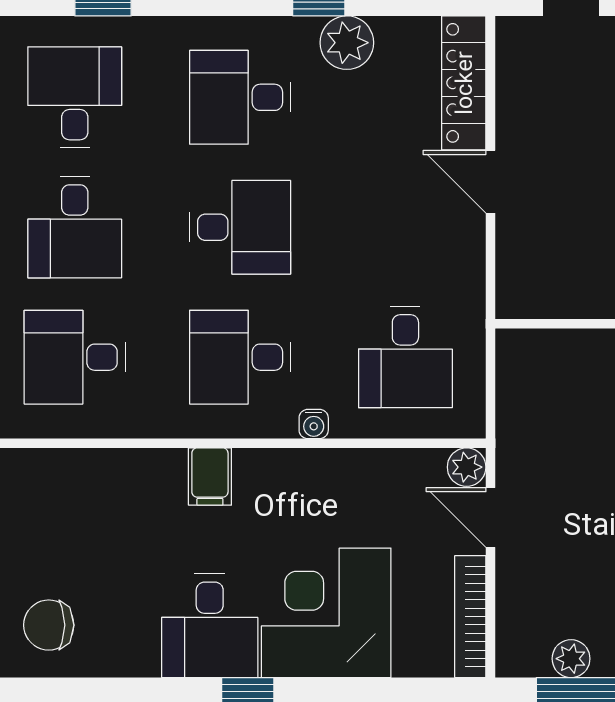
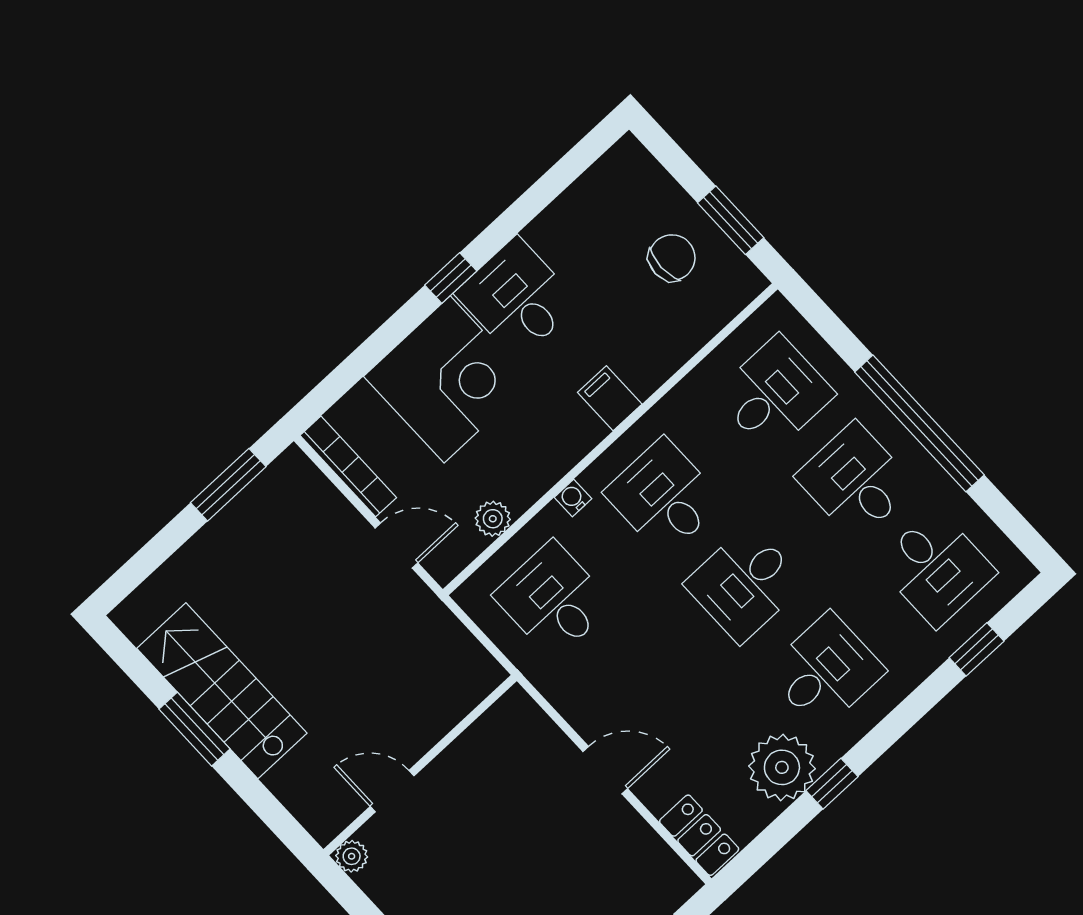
plant: (347, 43) -> (782, 767), width x1.36, depth x1.36
locker: (464, 83) -> (699, 835), width x0.66
desk: (240, 357) -> (664, 497), turned -90
plant: (467, 467) -> (493, 519), moved
chair: (49, 625) -> (672, 258), moved
plant: (571, 659) -> (255, 501), removed

